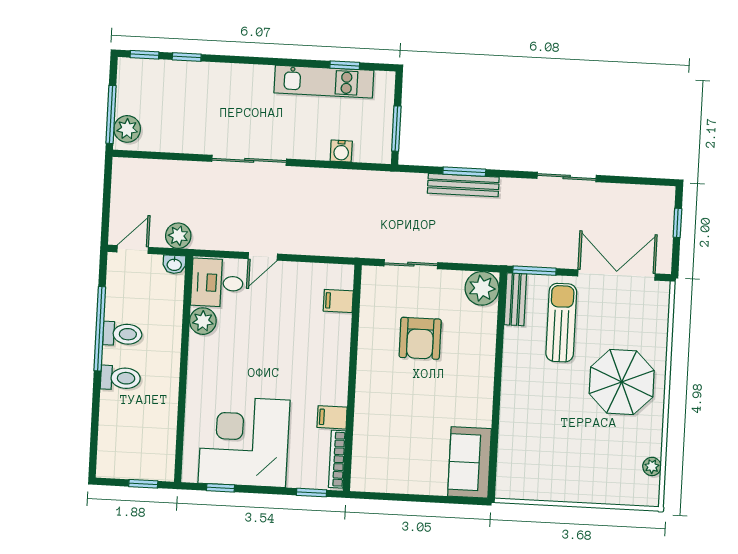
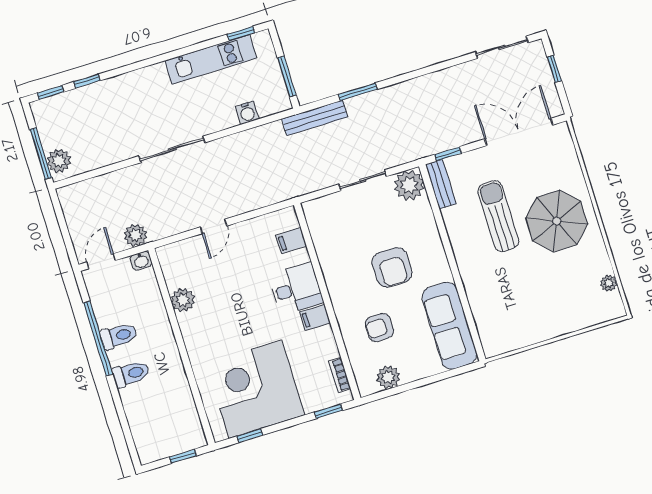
window: (345, 65) -> (241, 34), moved
sliding door: (567, 177) -> (502, 47), moved
bench: (463, 185) -> (315, 118), moved
sliding door: (411, 264) -> (363, 180), moved
window: (534, 271) -> (448, 154), width x0.67
desk: (217, 283) -> (296, 289), moved, turned 180
sun lounger: (561, 323) -> (498, 216), moved
armchair: (420, 338) -> (392, 267), moved
filing cabinet: (332, 417) -> (315, 317), moved
armchair: (397, 425) -> (379, 328), added
bookcase: (337, 459) -> (340, 375), width x0.64
sofa: (470, 462) -> (449, 326), width x1.36
plant: (387, 480) -> (388, 377), added

